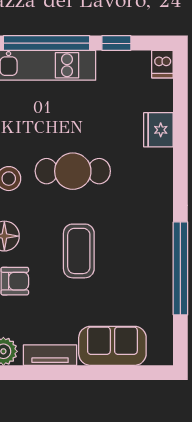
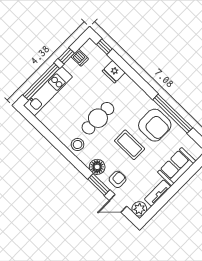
dishwasher: (162, 64) -> (80, 58), moved
window: (180, 83) -> (104, 47), added
armchair: (140, 259) -> (155, 125), added

